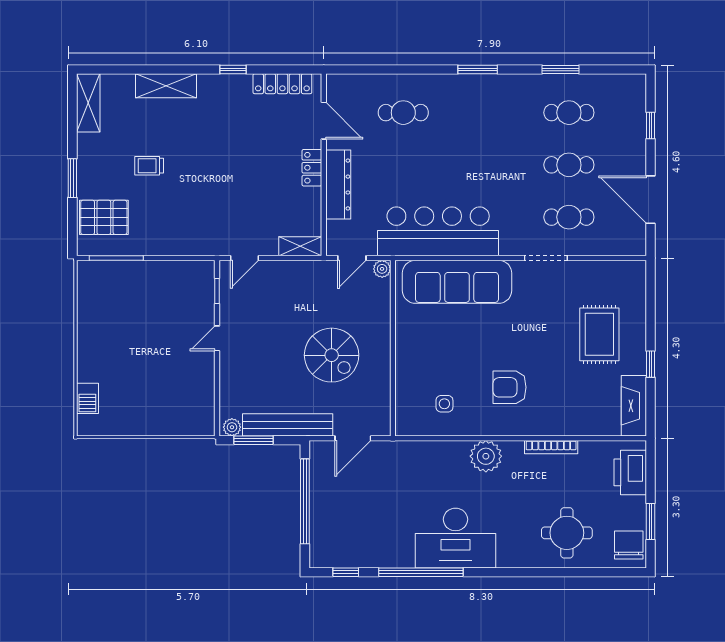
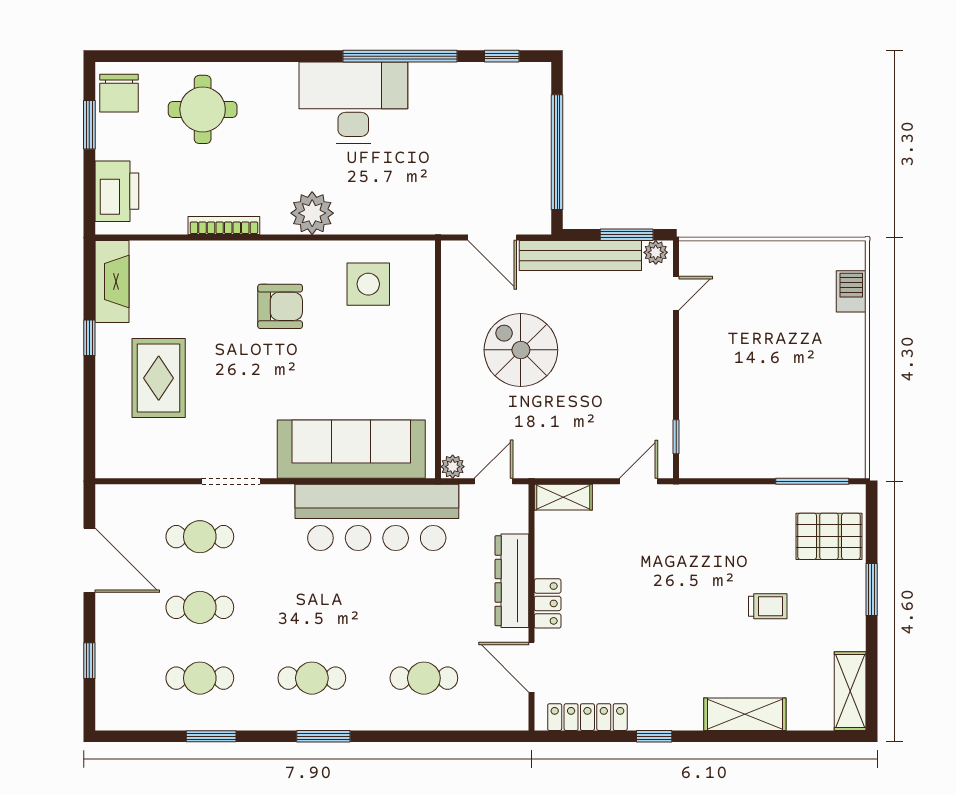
cafe table: (486, 113) -> (312, 678), added
door: (217, 338) -> (676, 293), moved
side table: (444, 404) -> (368, 284), width x1.87, depth x1.87
door: (353, 438) -> (492, 238), swing flipped

